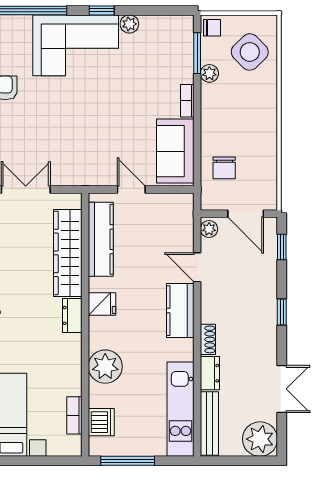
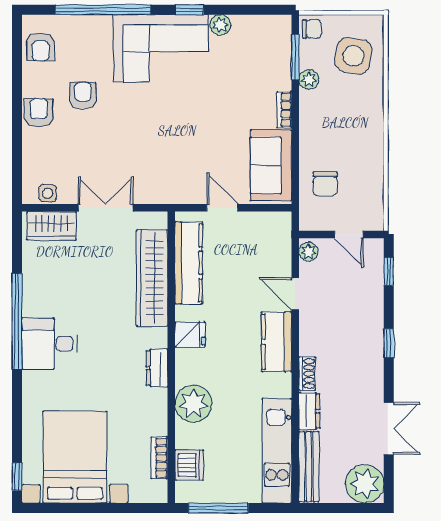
side table: (250, 52) -> (353, 56), turned -37
door: (246, 214) -> (349, 235), width x0.73
dresser: (72, 315) -> (157, 368), moved

